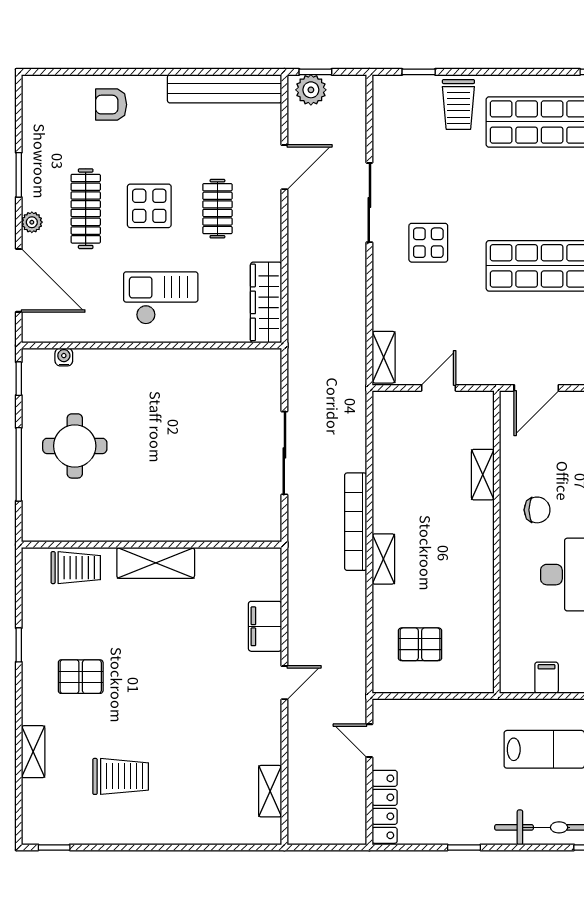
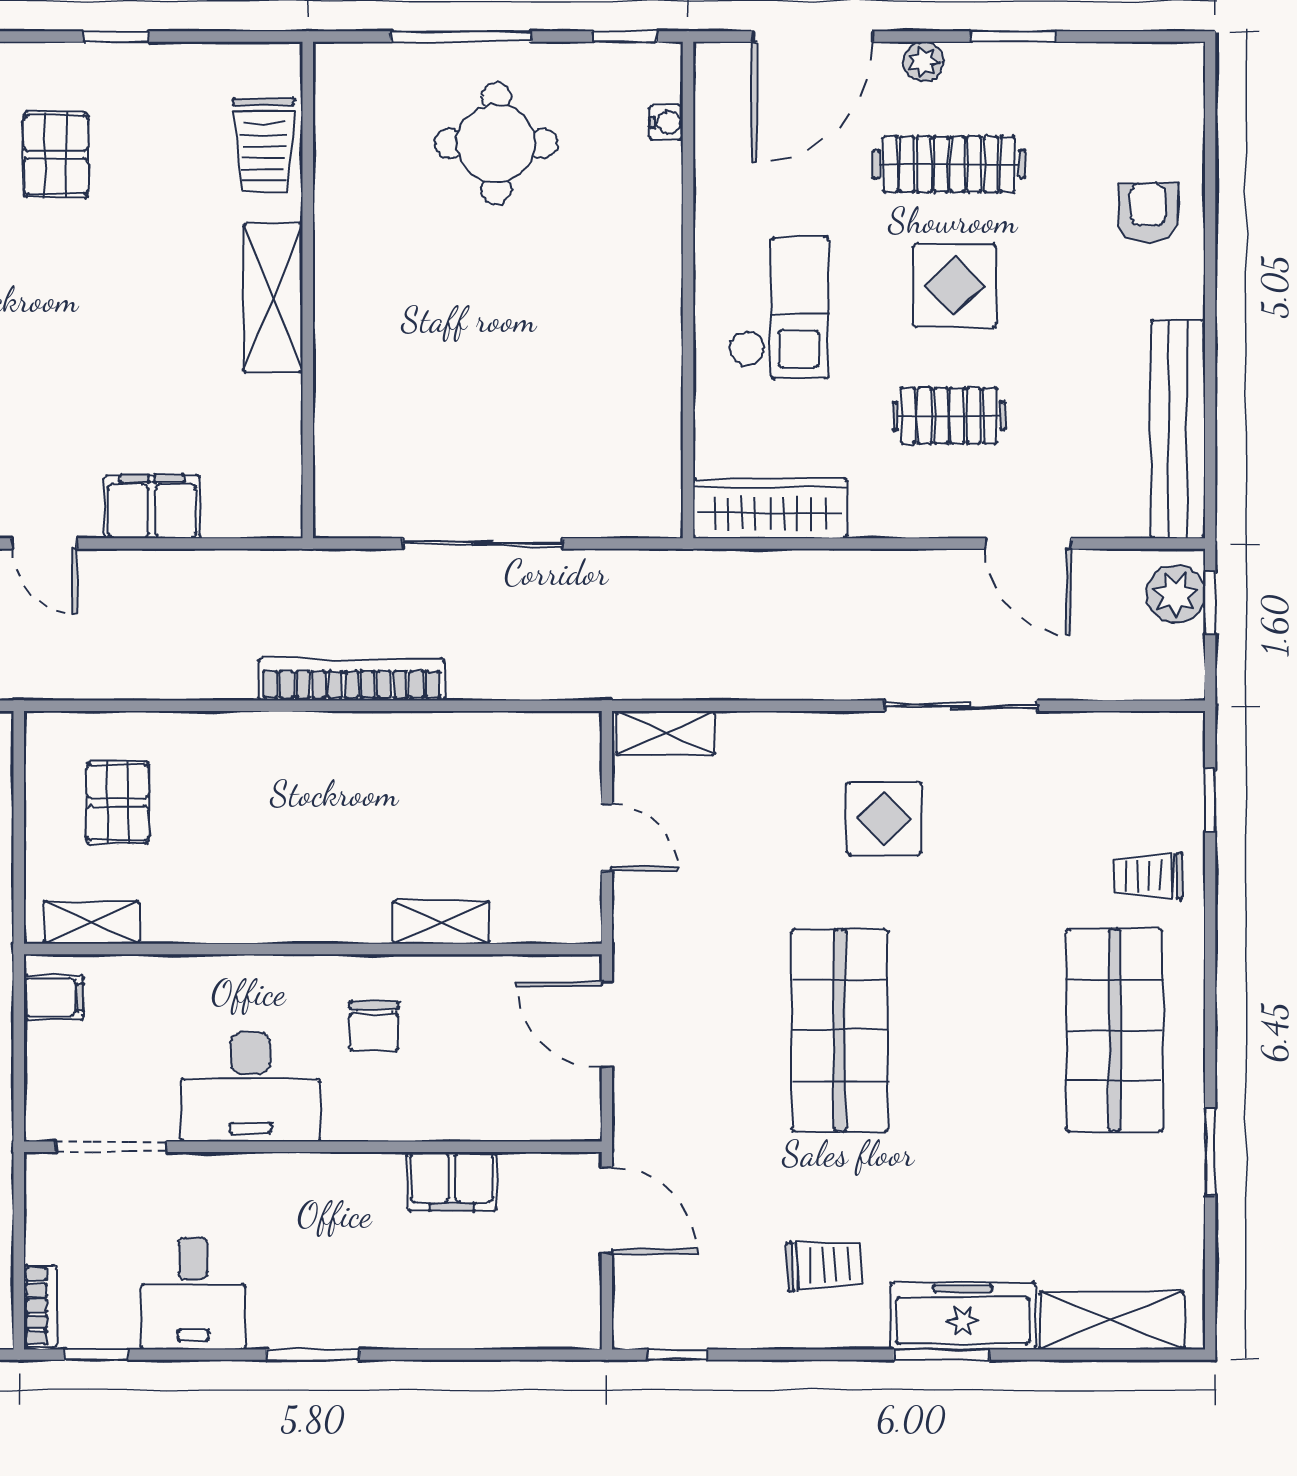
trolley: (458, 104) -> (1148, 876), width x0.73, depth x0.72
shelving: (383, 559) -> (92, 922), moved
filing cabinet: (547, 678) -> (54, 997), moved

